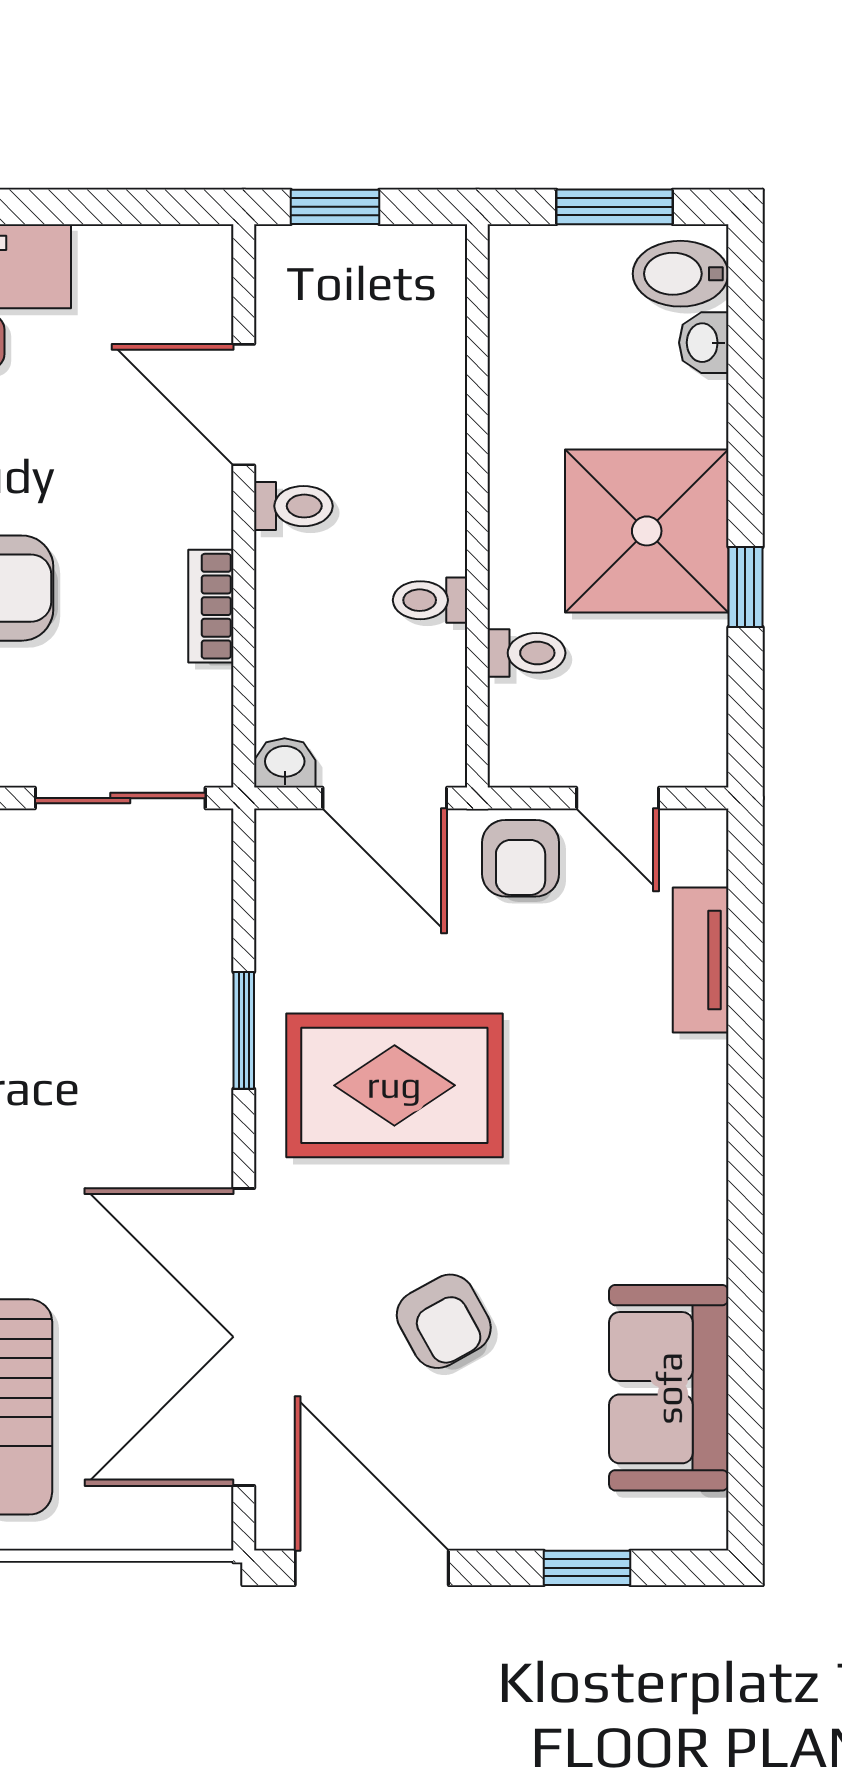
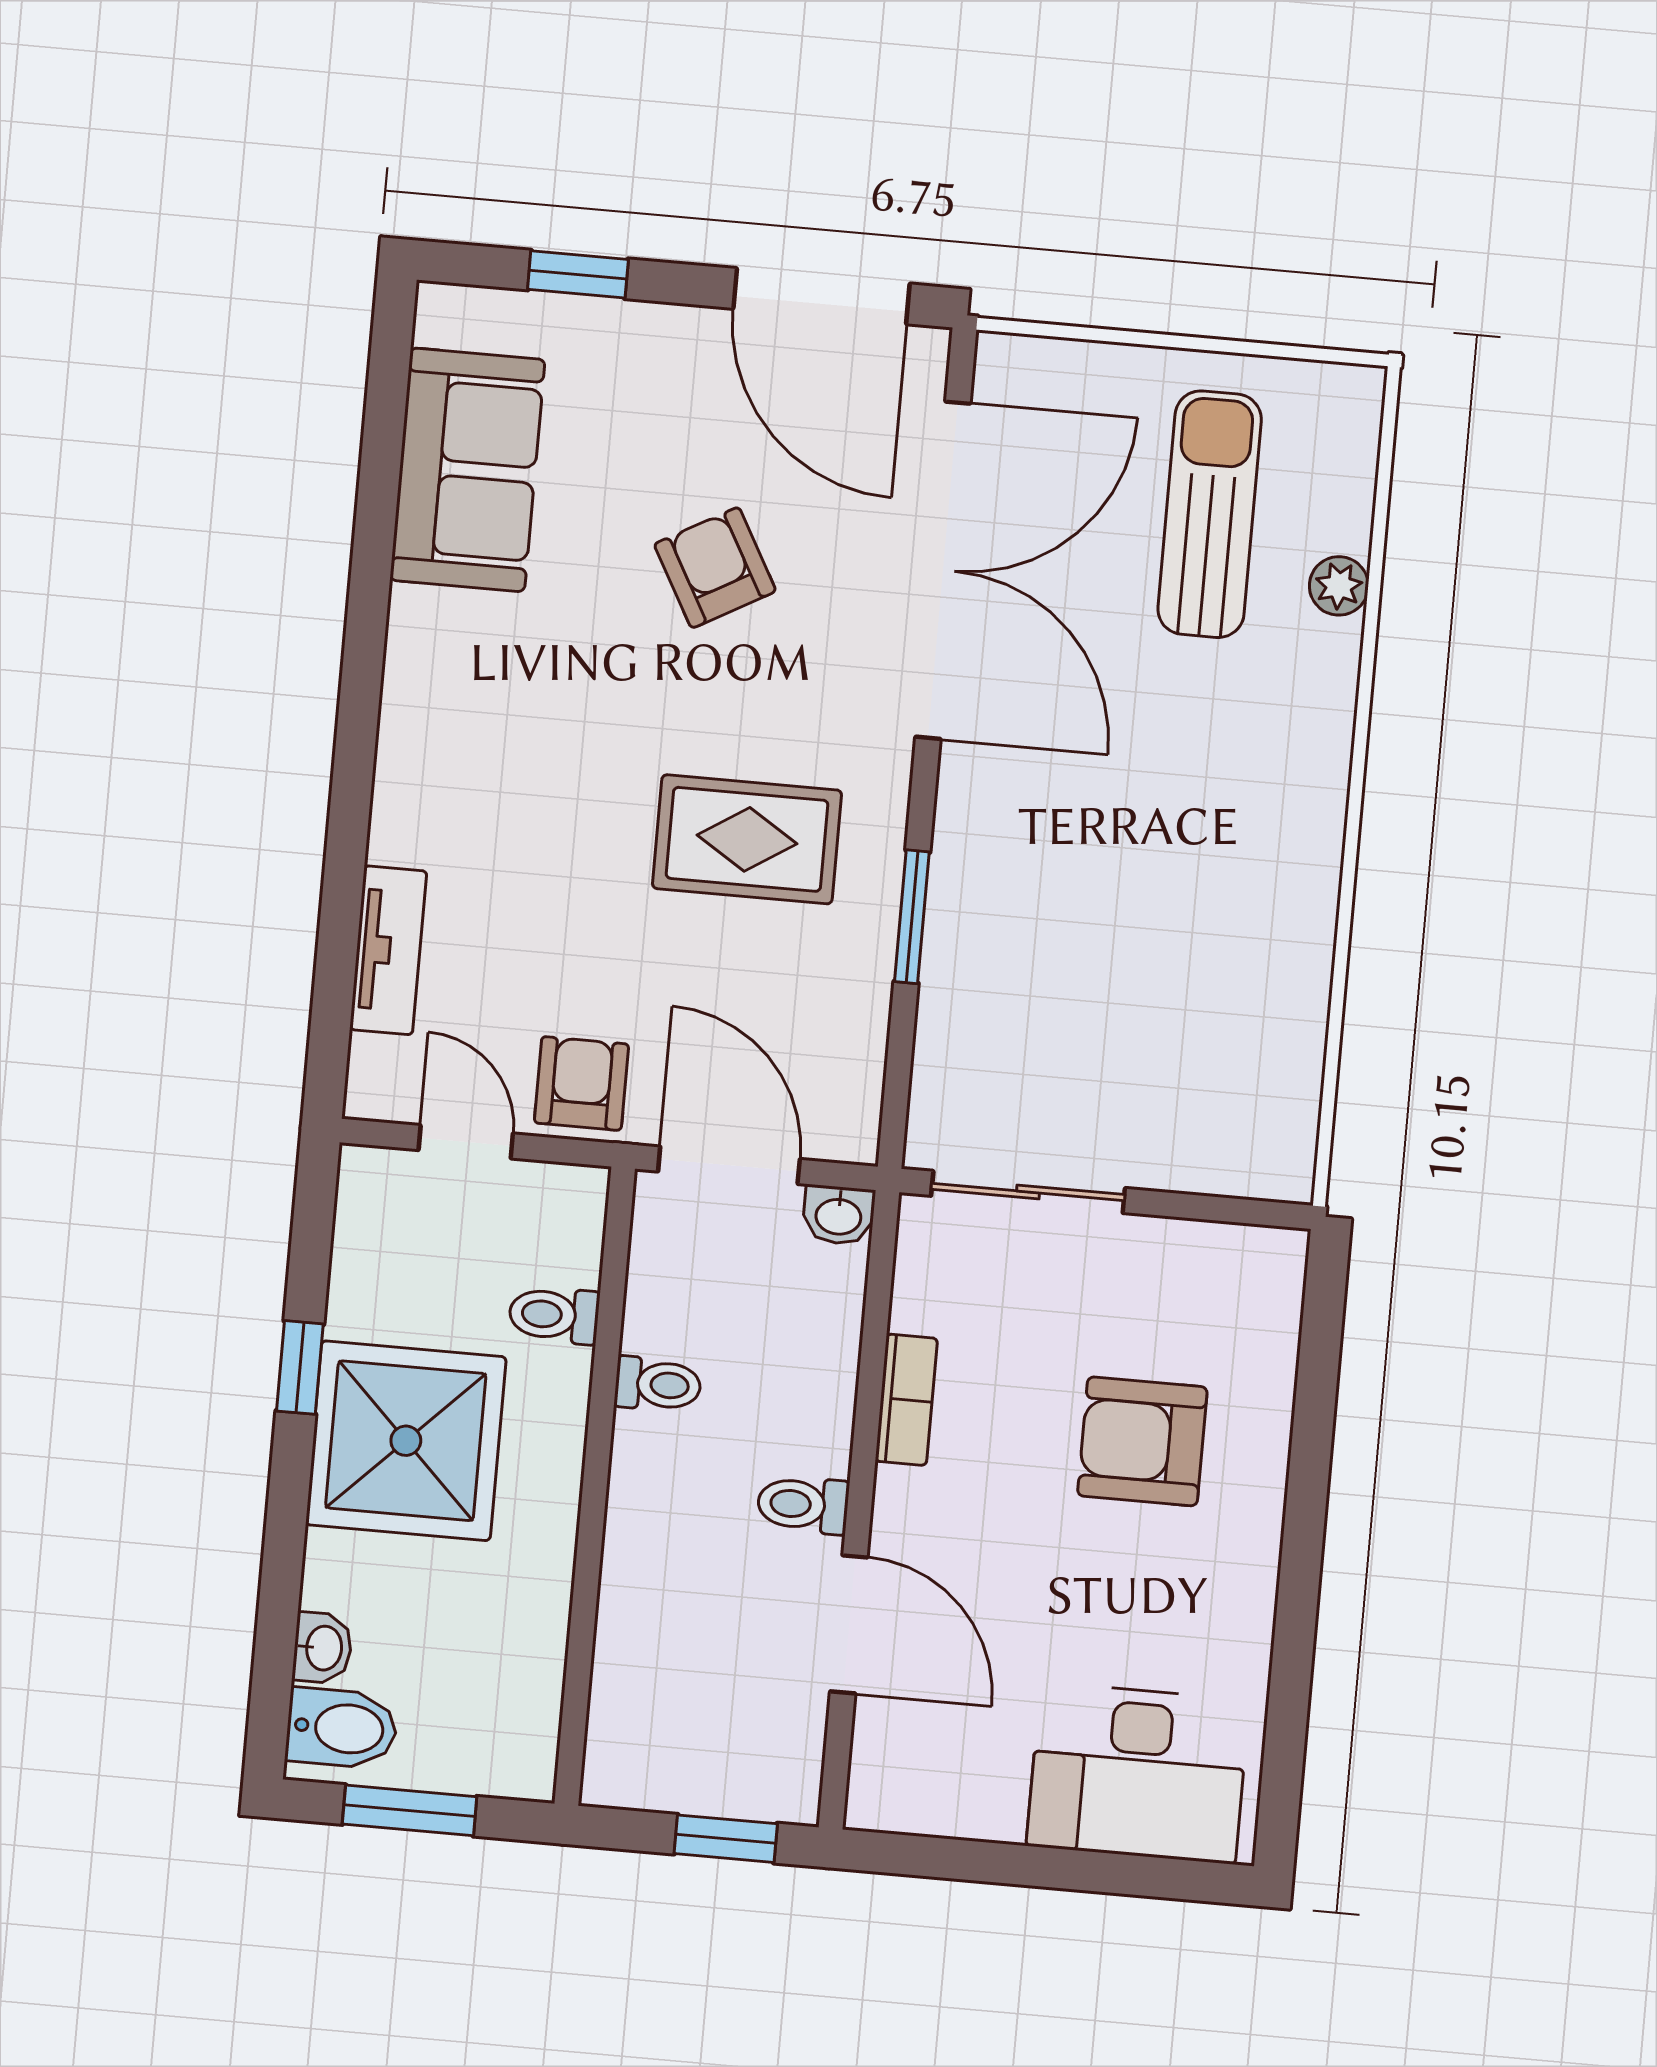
rug: (394, 1085) -> (747, 839), width x0.73, depth x0.70

